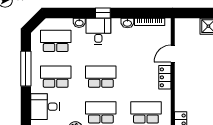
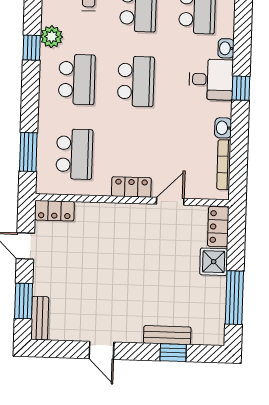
locker: (187, 24) -> (218, 227), added
door: (173, 54) -> (170, 201), hinge flipped

